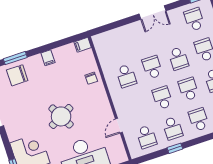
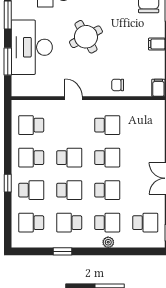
school desk: (178, 59) -> (107, 190), turned 180
school desk: (126, 76) -> (107, 125), turned 180
door: (119, 126) -> (74, 98), moved
window: (175, 148) -> (8, 183), moved

